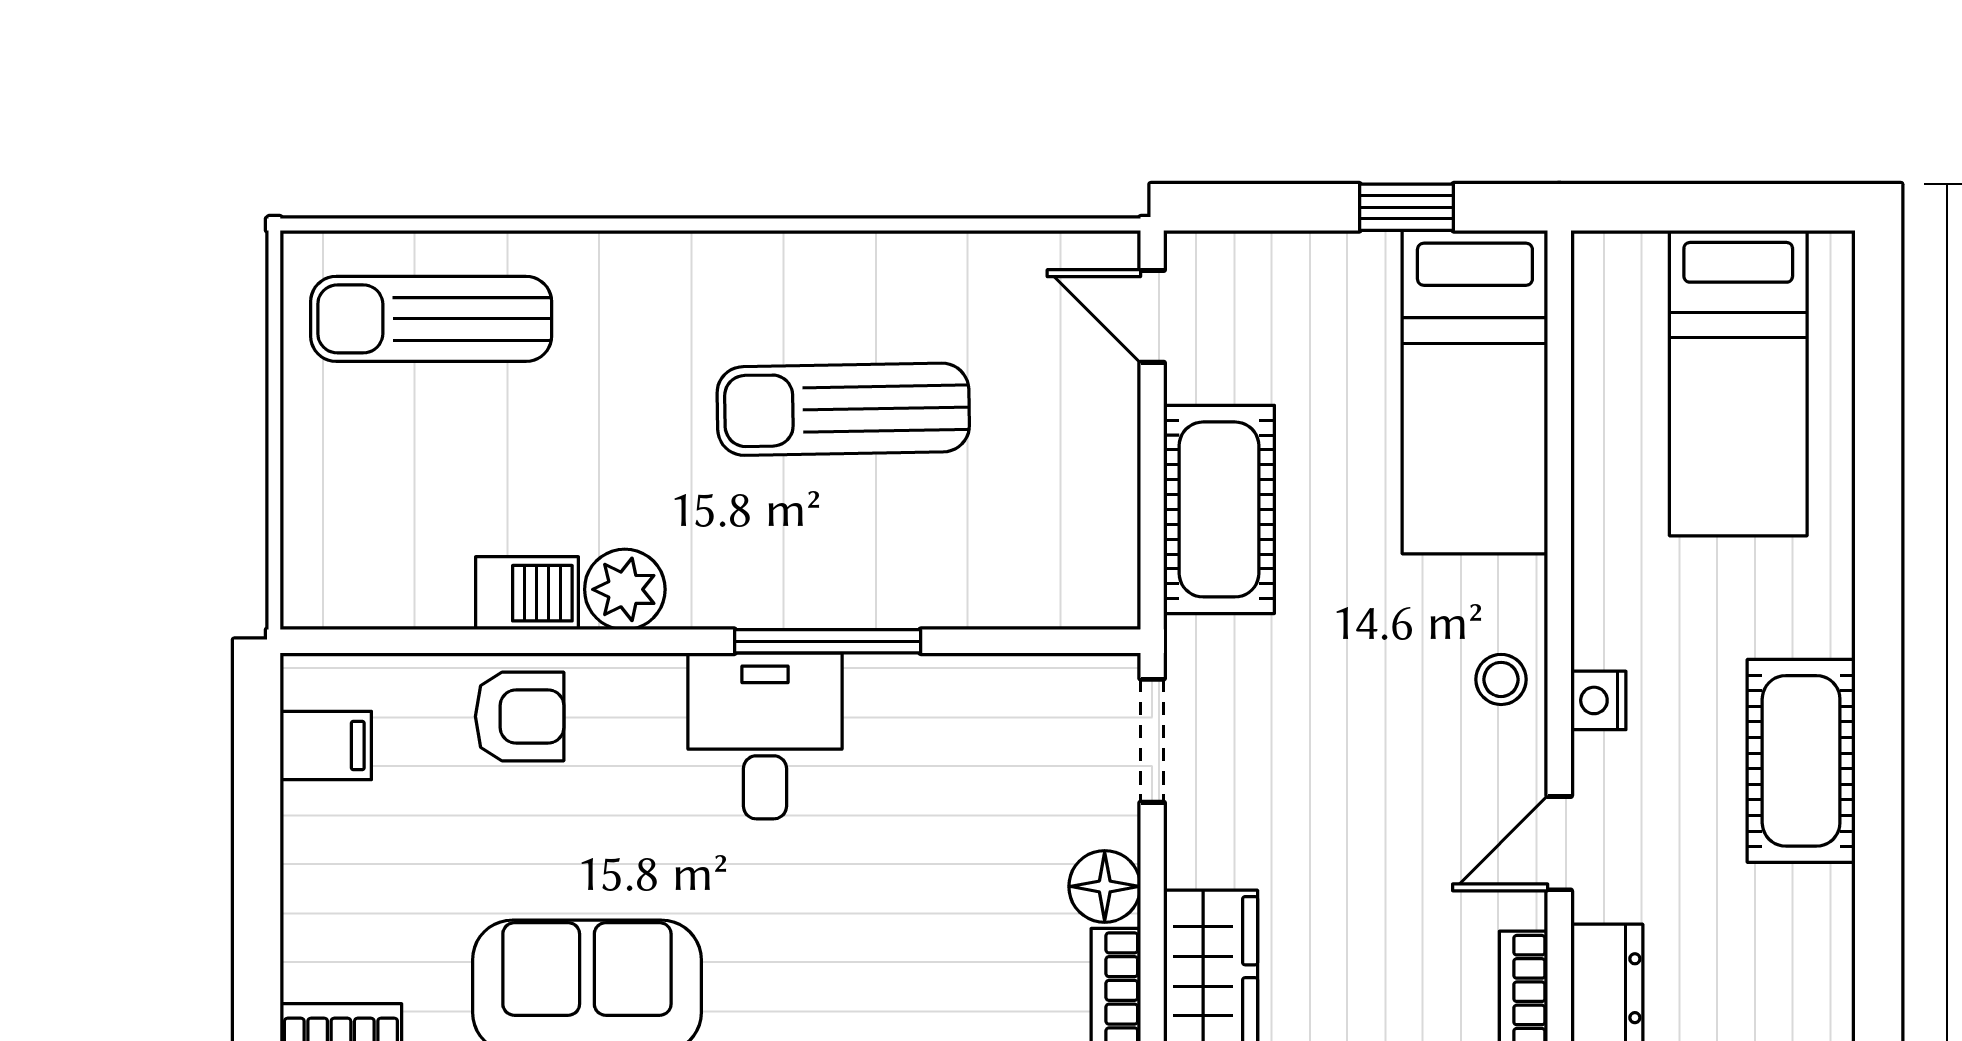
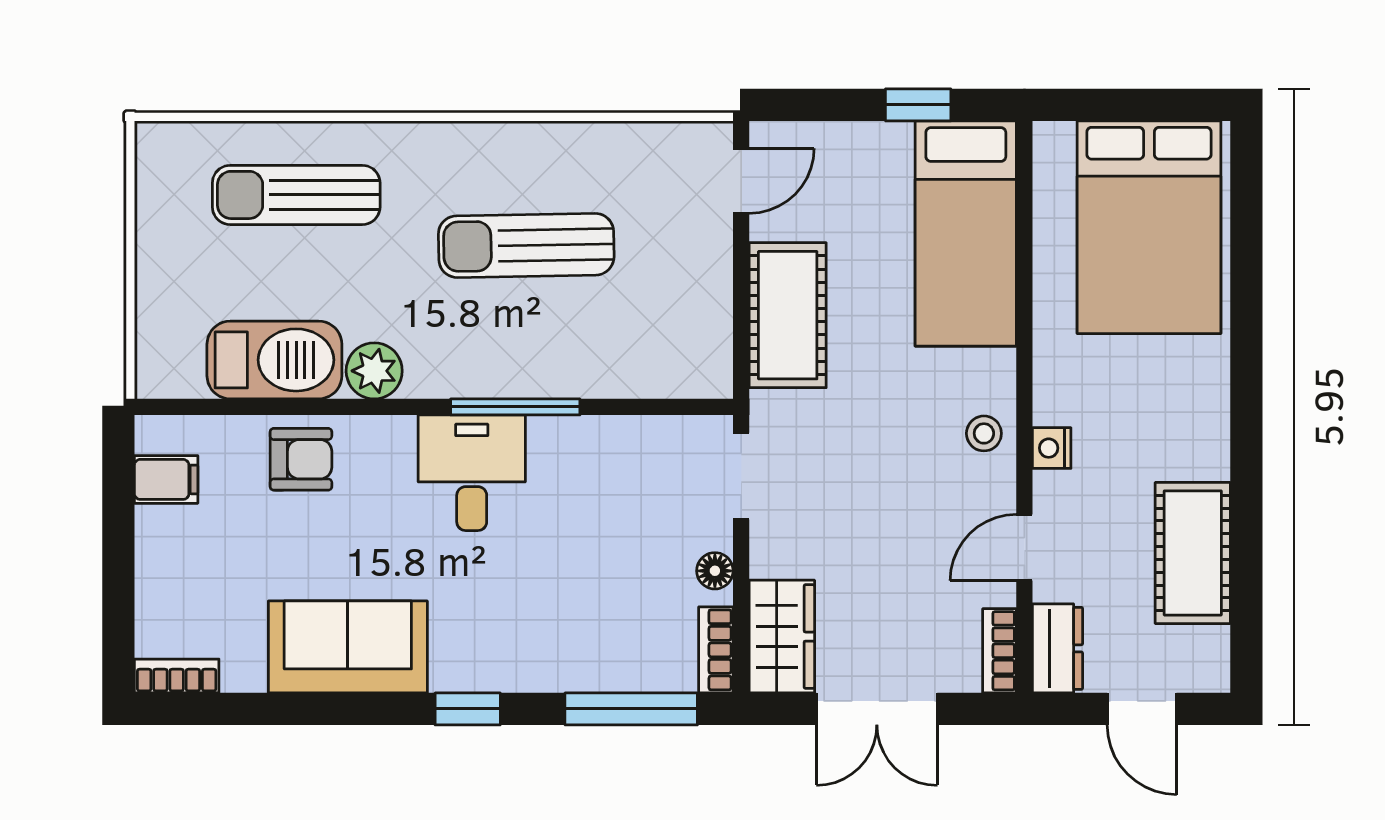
door: (1152, 316) -> (741, 181), swing flipped
sun lounger: (431, 319) -> (296, 195), moved
bed: (1738, 383) -> (1149, 227), width x1.50
barbecue: (527, 593) -> (274, 360), width x1.88, depth x1.53
cot: (1801, 761) -> (1193, 553), moved
floor lamp: (1105, 886) -> (715, 571), width x0.73, depth x0.73

